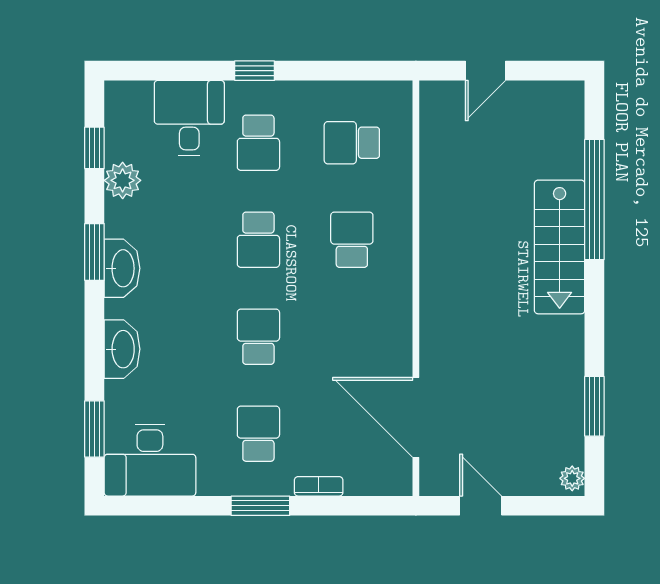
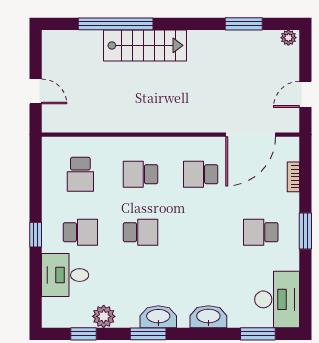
school desk: (258, 337) -> (201, 174), moved
bookcase: (319, 486) -> (293, 177), moved

